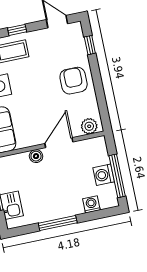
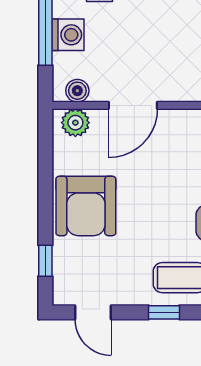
armchair: (74, 81) -> (86, 206), width x1.36, depth x1.36
boiler: (36, 156) -> (77, 91), moved

